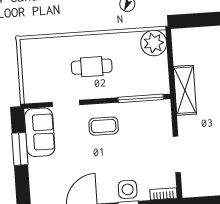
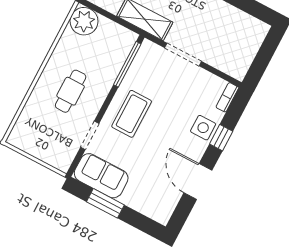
coffee table: (104, 126) -> (132, 114), width x1.36, depth x1.30
doorway: (177, 154) -> (183, 55), moved

